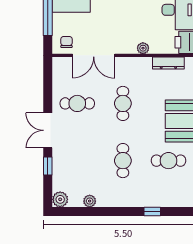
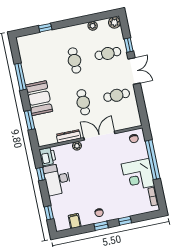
double door: (94, 55) -> (99, 136), moved
dresser: (168, 63) -> (69, 136), moved
cafe table: (169, 161) -> (108, 53), moved

